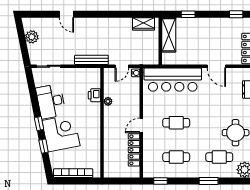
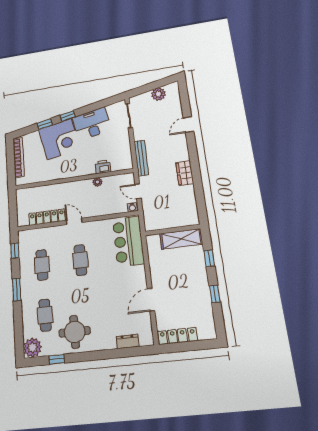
window: (236, 14) -> (215, 294), moved
wardrobe: (143, 24) -> (185, 173), moved
bar counter: (173, 80) -> (128, 241), width x0.73
window: (209, 181) -> (17, 289), moved

